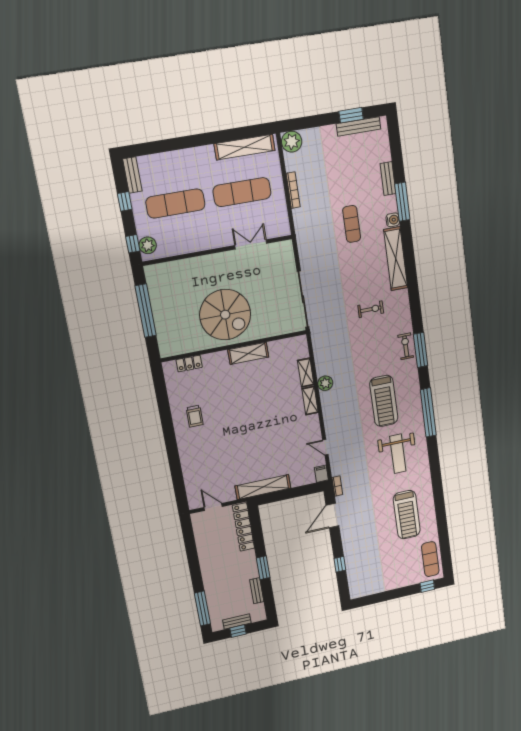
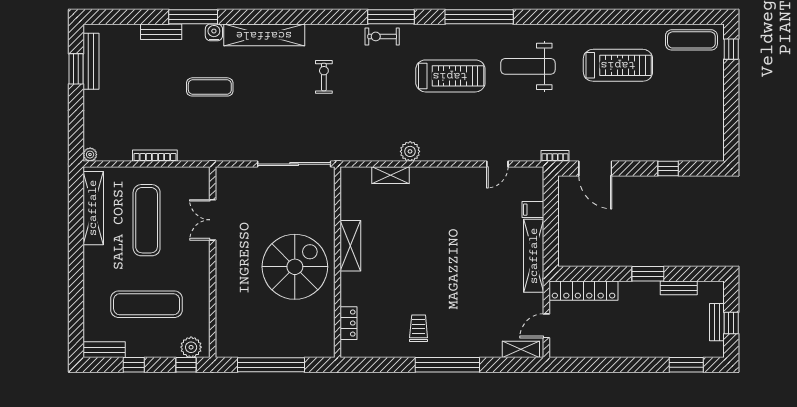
plant: (292, 142) -> (90, 155), width x0.53, depth x0.53
exercise mat: (175, 203) -> (147, 304), turned 90
shelving: (310, 401) -> (521, 349), moved
trolley: (195, 416) -> (419, 328), turned -90
window: (171, 443) -> (447, 365), added
weight bench: (398, 454) -> (528, 66), turned 180
filing cabinet: (321, 474) -> (533, 210), moved
window: (202, 608) -> (686, 365), width x0.69

